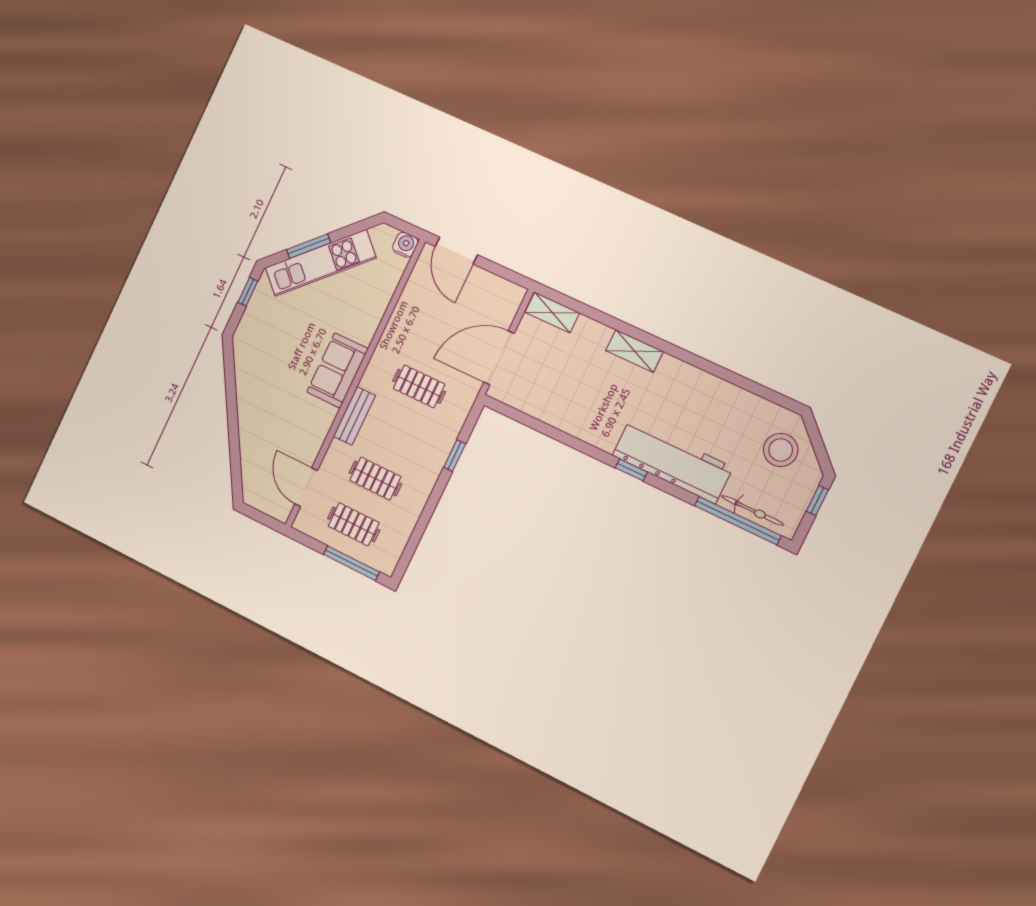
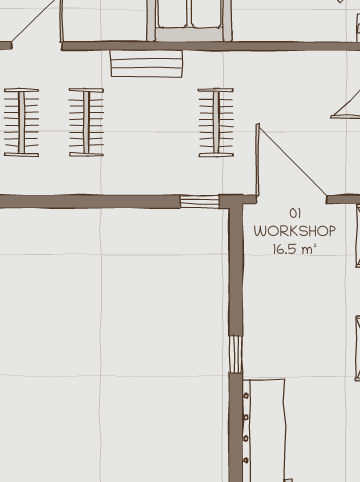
window: (455, 456) -> (200, 202), moved
window: (631, 470) -> (236, 354), moved

